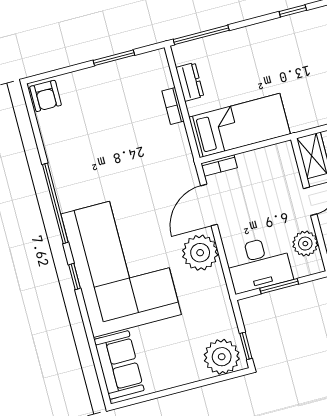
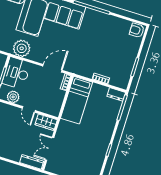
dresser: (190, 82) -> (116, 94), moved
door: (209, 205) -> (52, 68), hinge flipped
plant: (200, 253) -> (22, 48), moved

